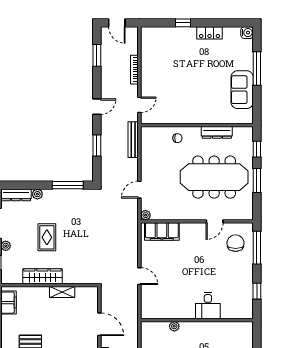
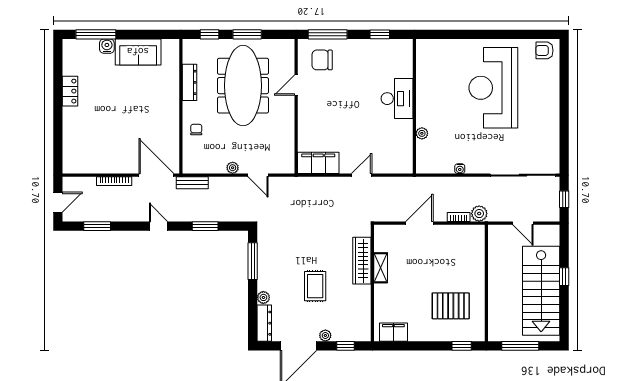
window: (183, 23) -> (58, 123), removed
water cooler: (247, 33) -> (107, 46), moved
window: (257, 69) -> (96, 34), moved
door: (139, 105) -> (156, 175), width x1.87
bench: (133, 140) -> (192, 183), width x0.73
plant: (146, 215) -> (233, 168), moved
door: (215, 221) -> (296, 85), swing flipped
filing cabinet: (162, 232) -> (318, 163), moved, turned -90
rug: (47, 237) -> (315, 286), turned 90
wardrobe: (42, 276) -> (362, 261), moved
desk: (208, 306) -> (397, 99), width x1.37

